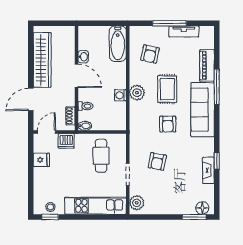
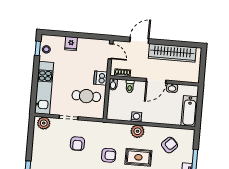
bathtub: (118, 44) -> (189, 111), moved, turned -90
armchair: (150, 54) -> (170, 145), turned 124
door: (31, 99) -> (139, 40), hinge flipped
armchair: (168, 124) -> (109, 155), turned 180
dishwasher: (66, 141) -> (101, 78), moved
fridge: (41, 160) -> (71, 44), moved
armchair: (157, 161) -> (77, 144), turned -101

